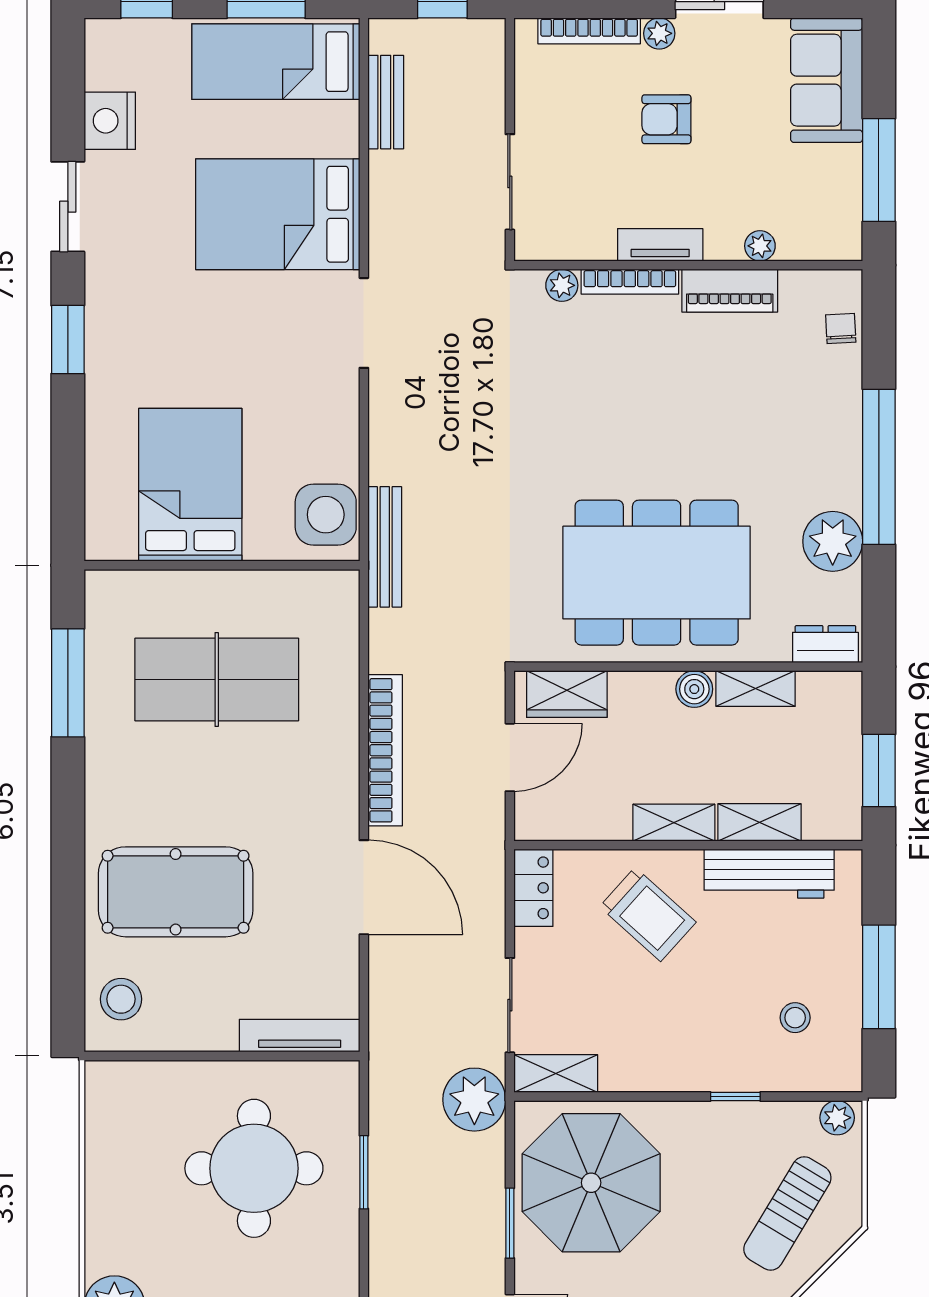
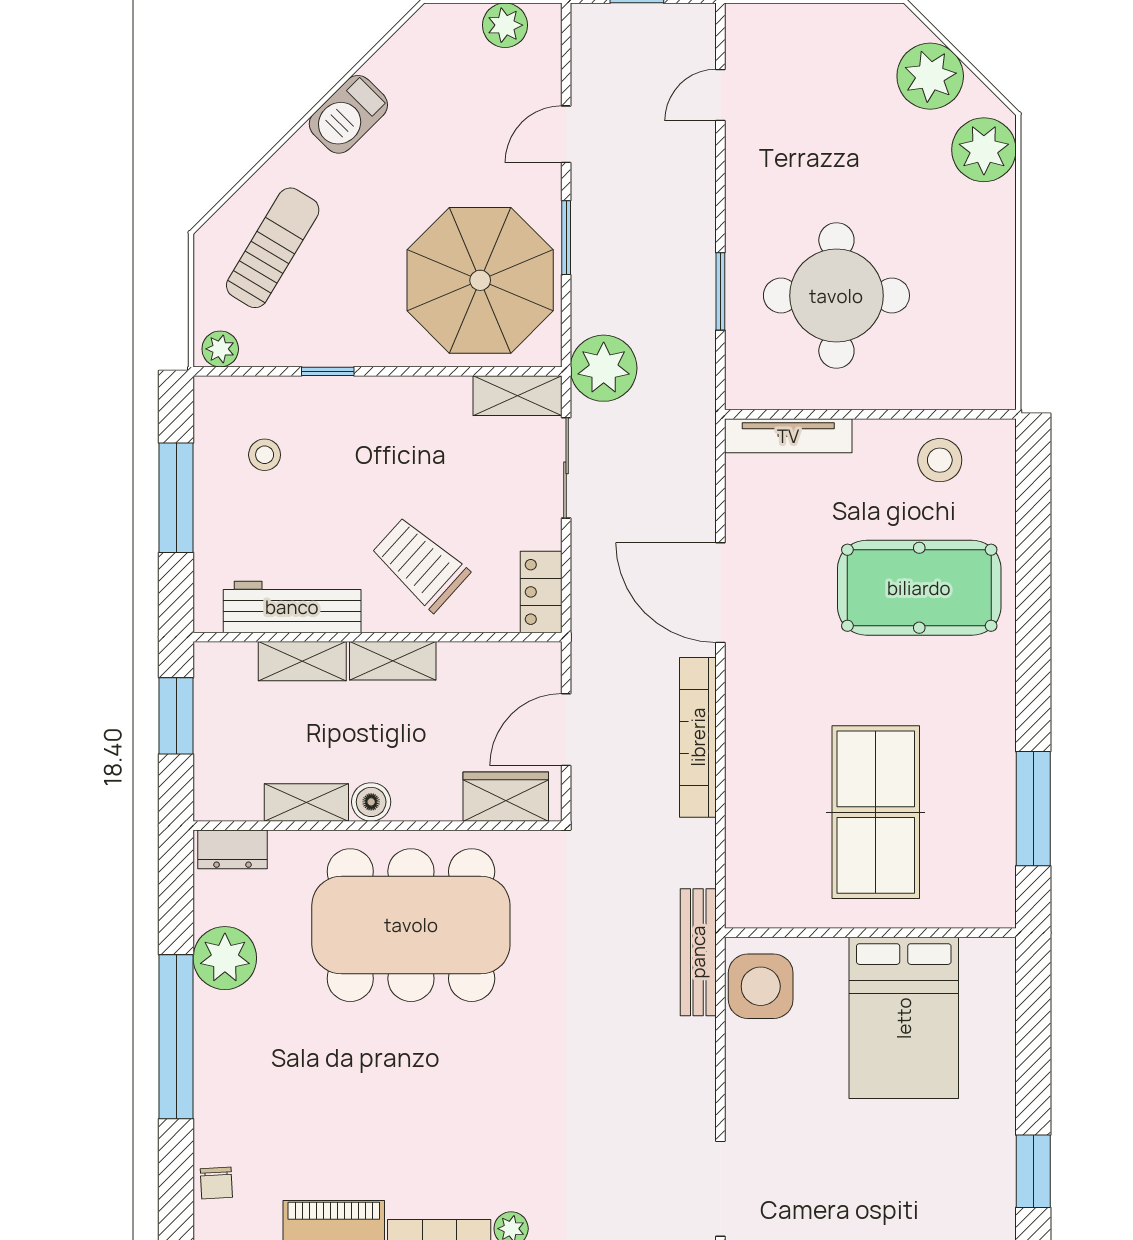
table tennis table: (217, 679) -> (876, 812), turned 90
stool: (121, 999) -> (940, 460), moved

